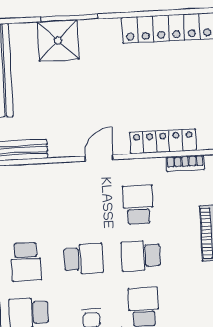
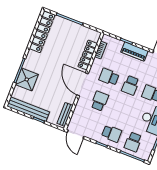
door: (99, 158) -> (83, 84), width x1.88
school desk: (83, 259) -> (100, 101), moved

